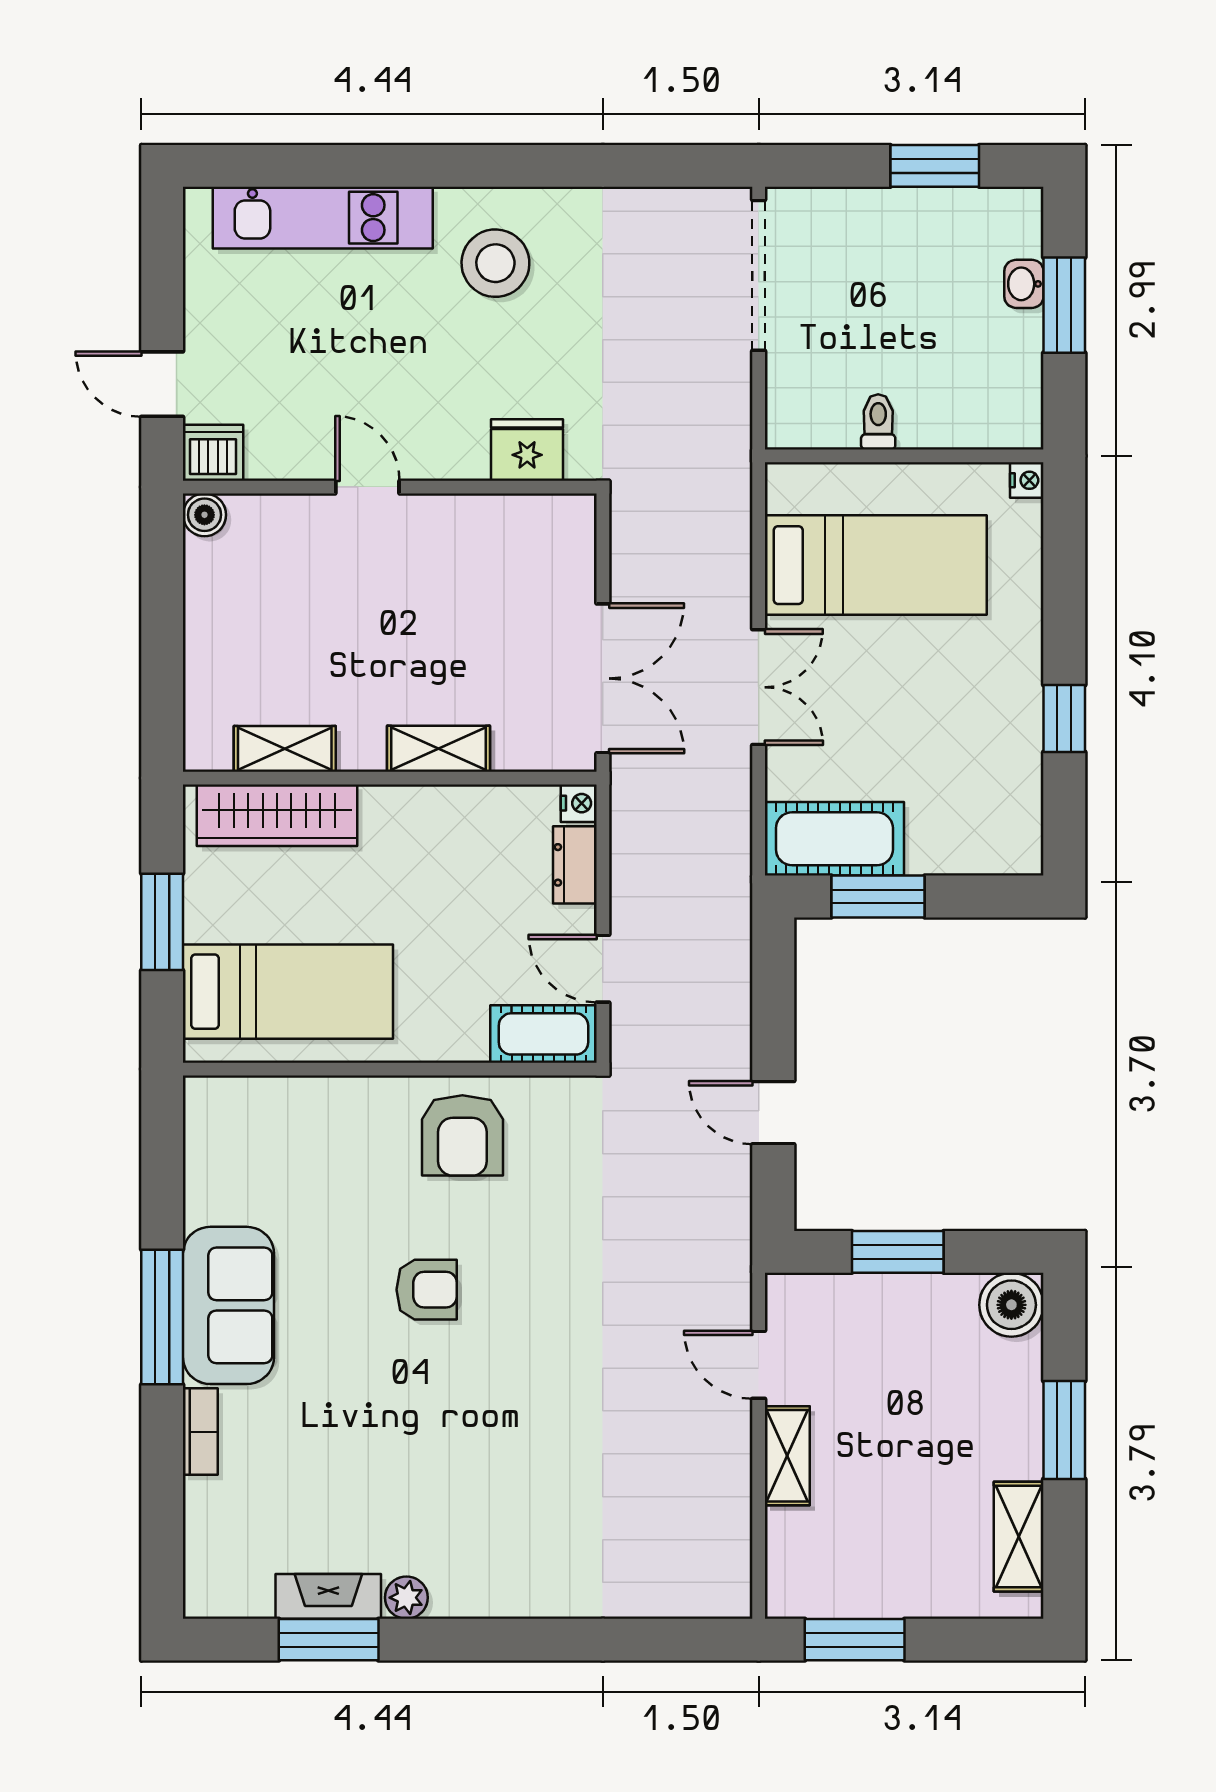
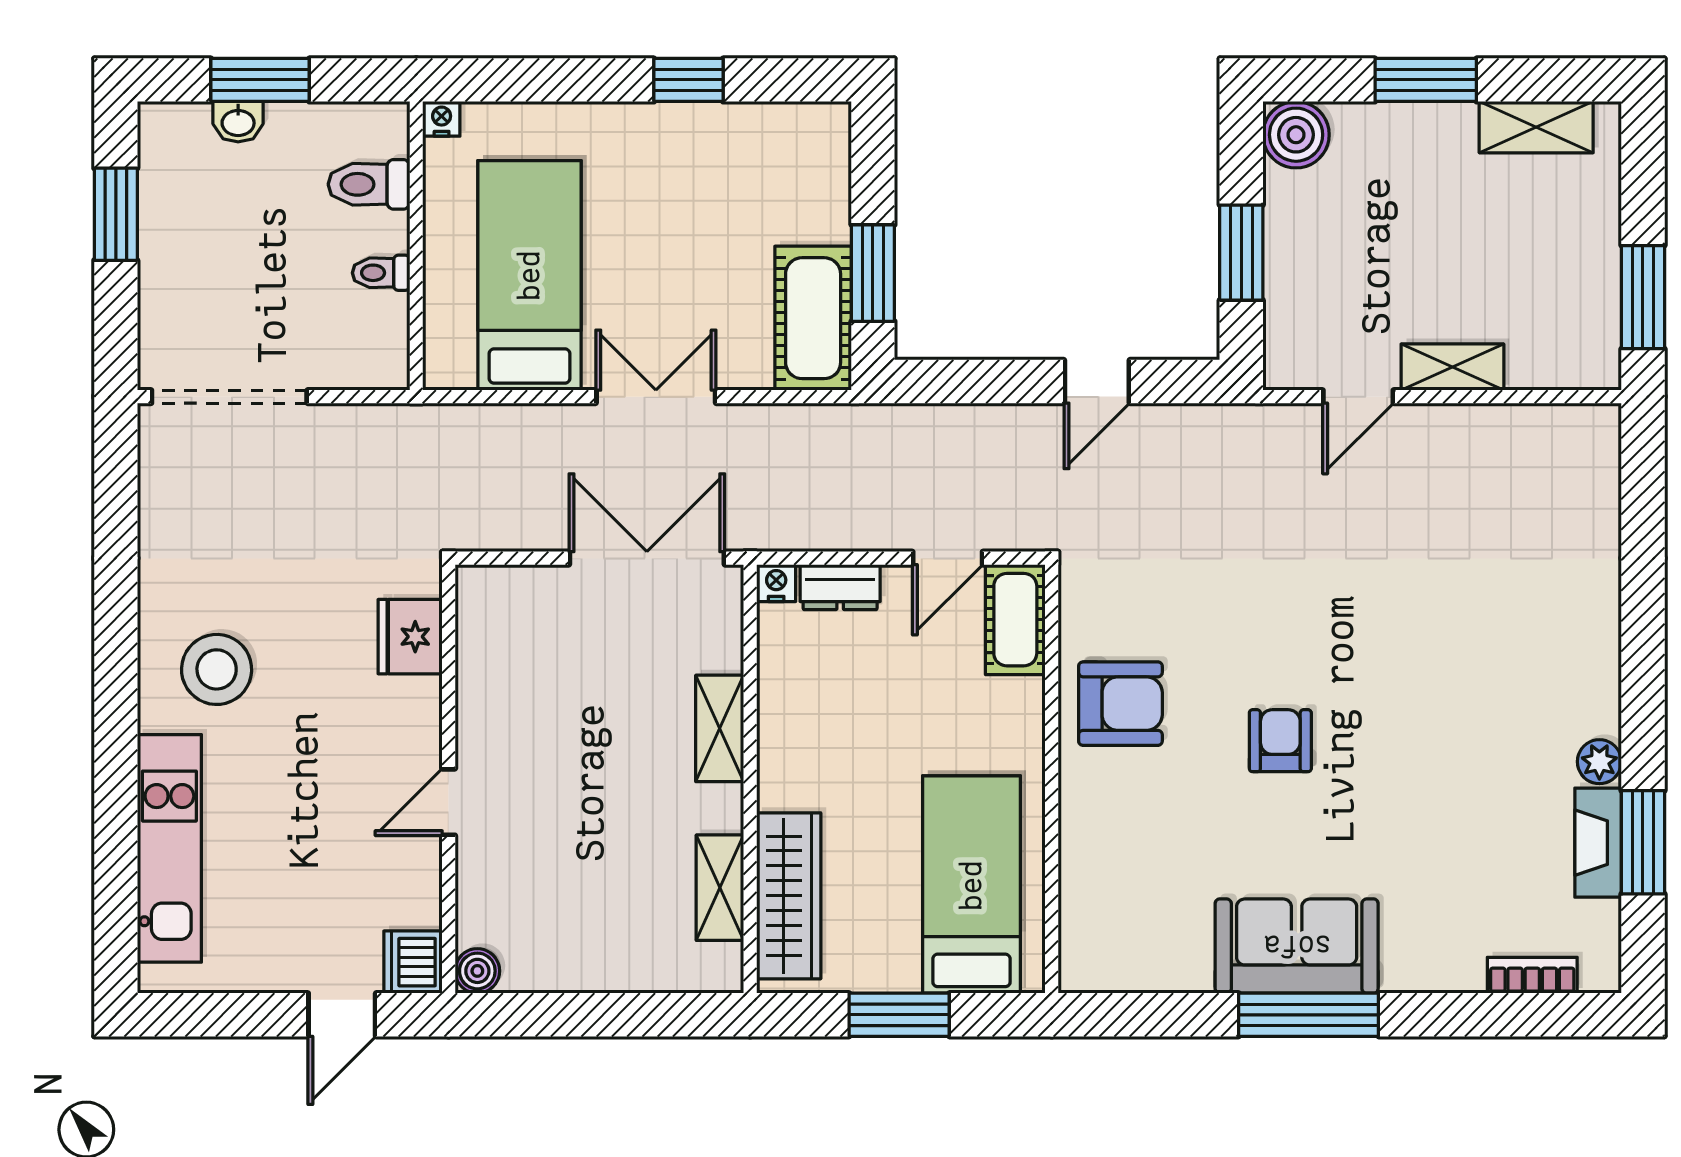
toilet: (964, 410) -> (369, 184), added
bookcase: (200, 1432) -> (1532, 975), moved

